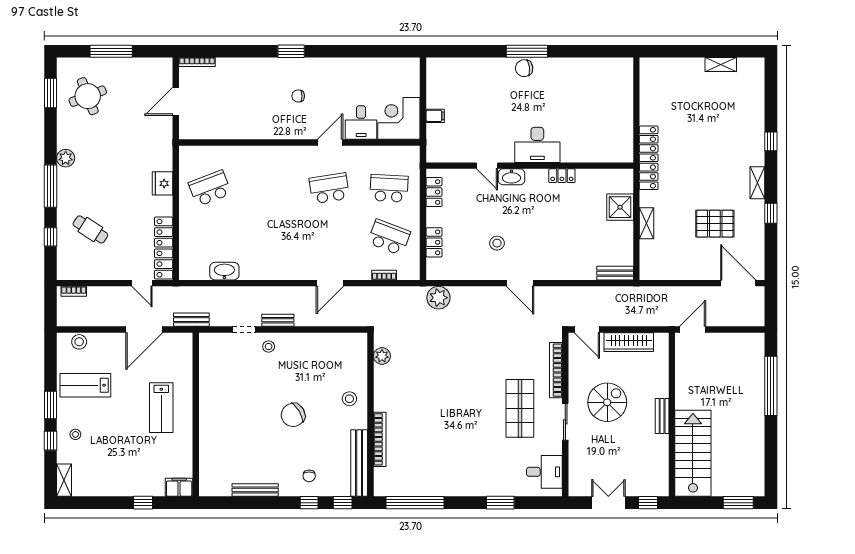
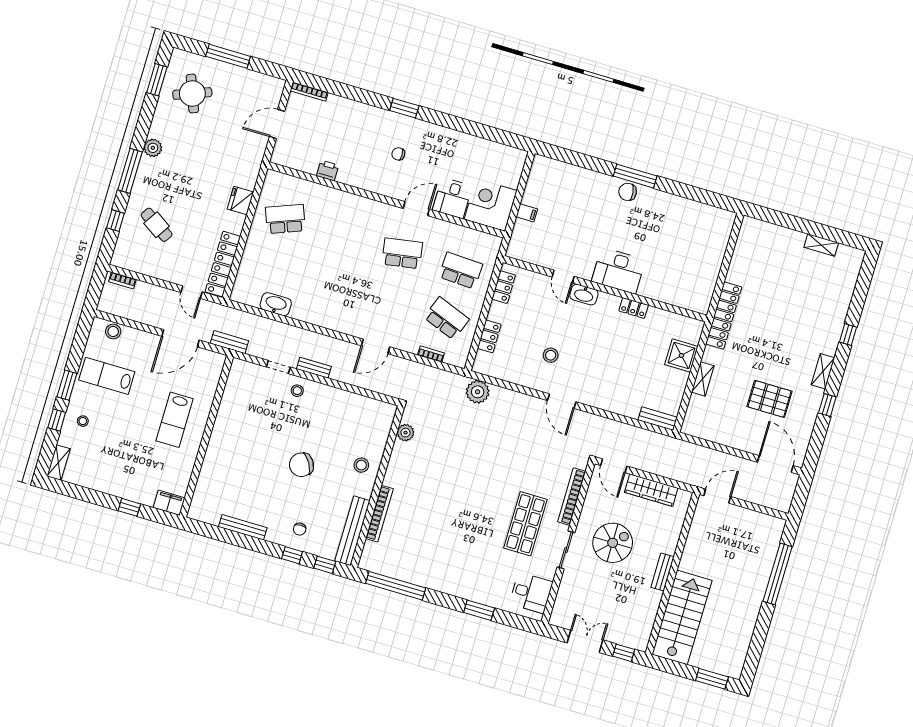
printer: (236, 131) -> (328, 171), added

